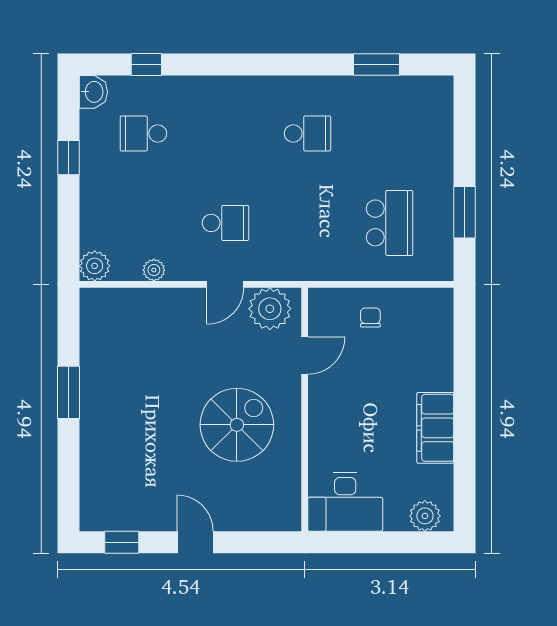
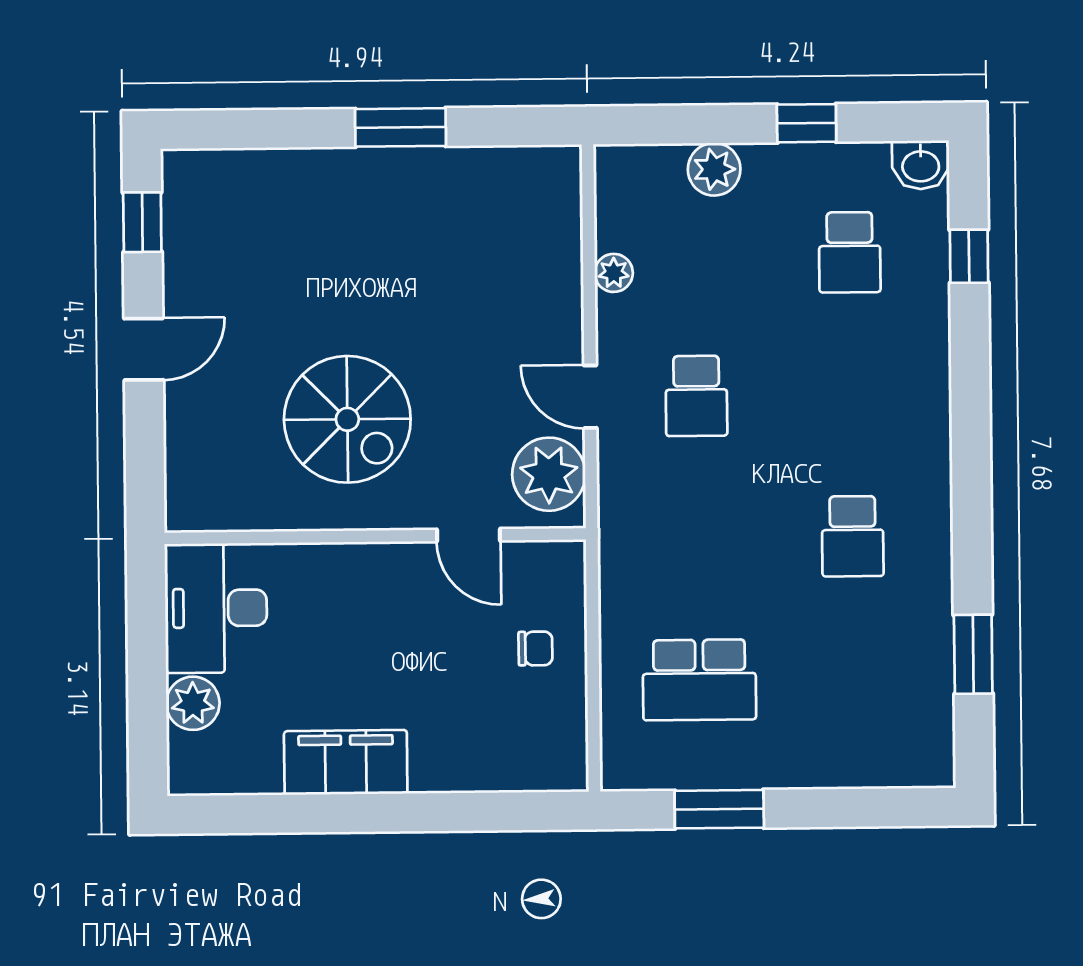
school desk: (143, 133) -> (850, 252), turned 180
plant: (95, 266) -> (714, 169), moved
plant: (425, 516) -> (193, 703), moved

